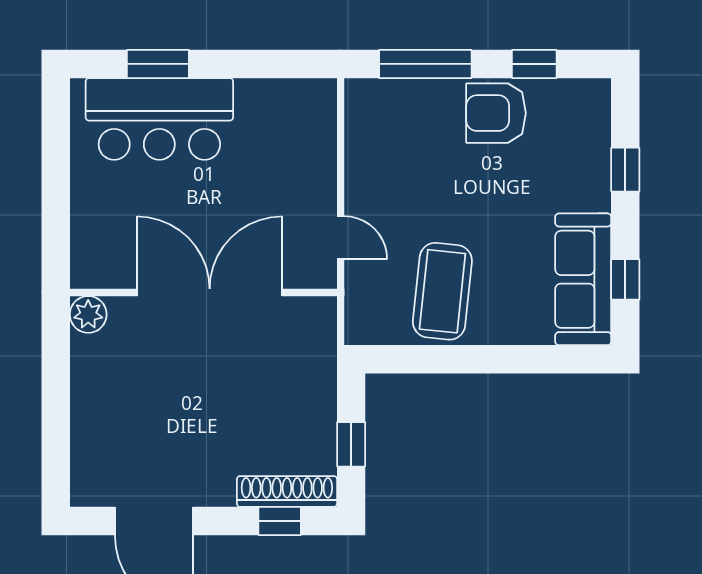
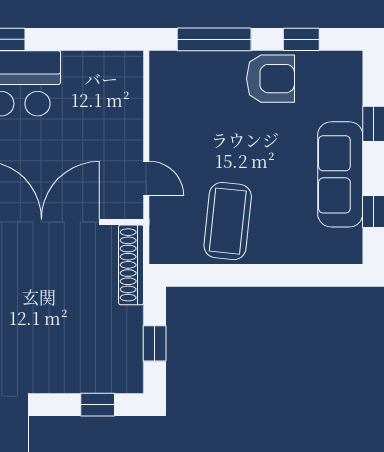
armchair: (496, 113) -> (271, 79), turned 180
sofa: (583, 279) -> (340, 174), moved
shoe rack: (287, 491) -> (131, 265), moved, turned -90

